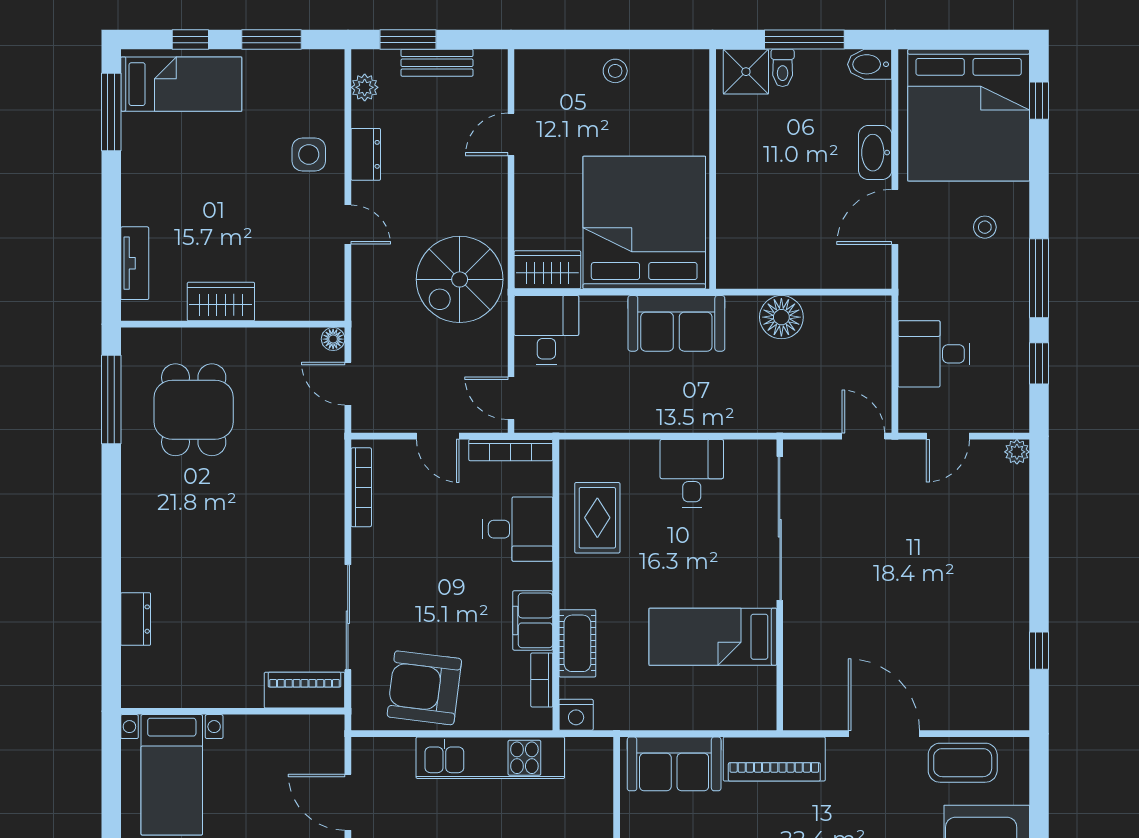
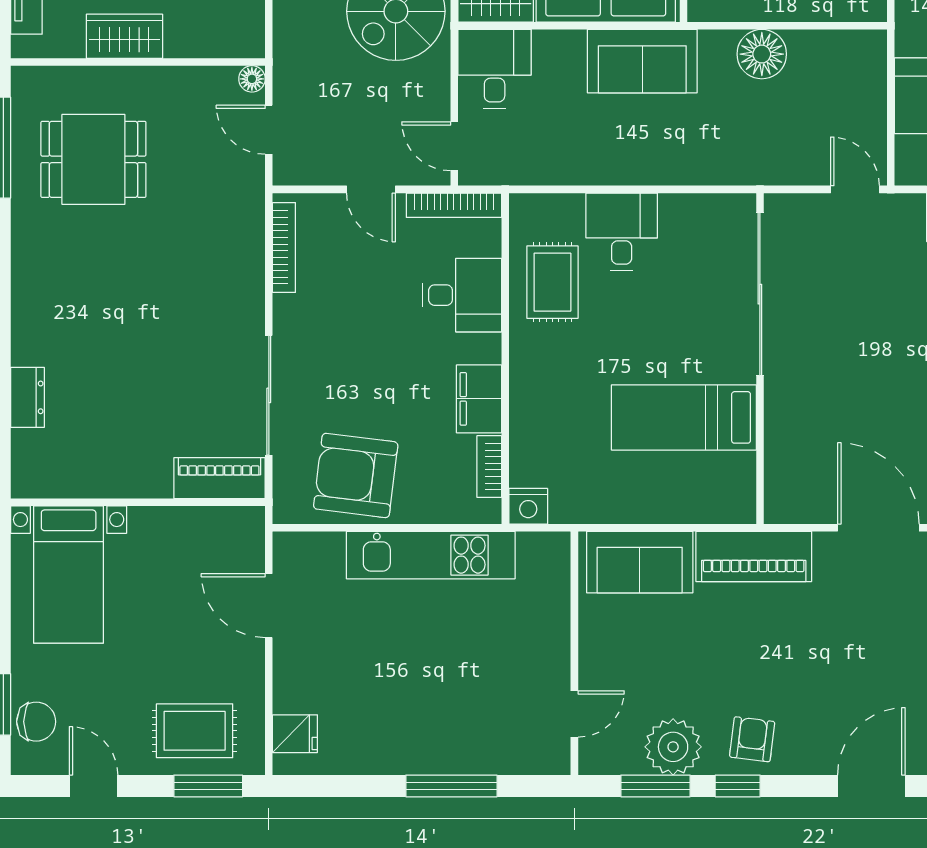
dining table: (194, 410) -> (93, 159), turned 90
desk: (692, 473) -> (622, 232), moved
cot: (577, 643) -> (530, 425), removed

